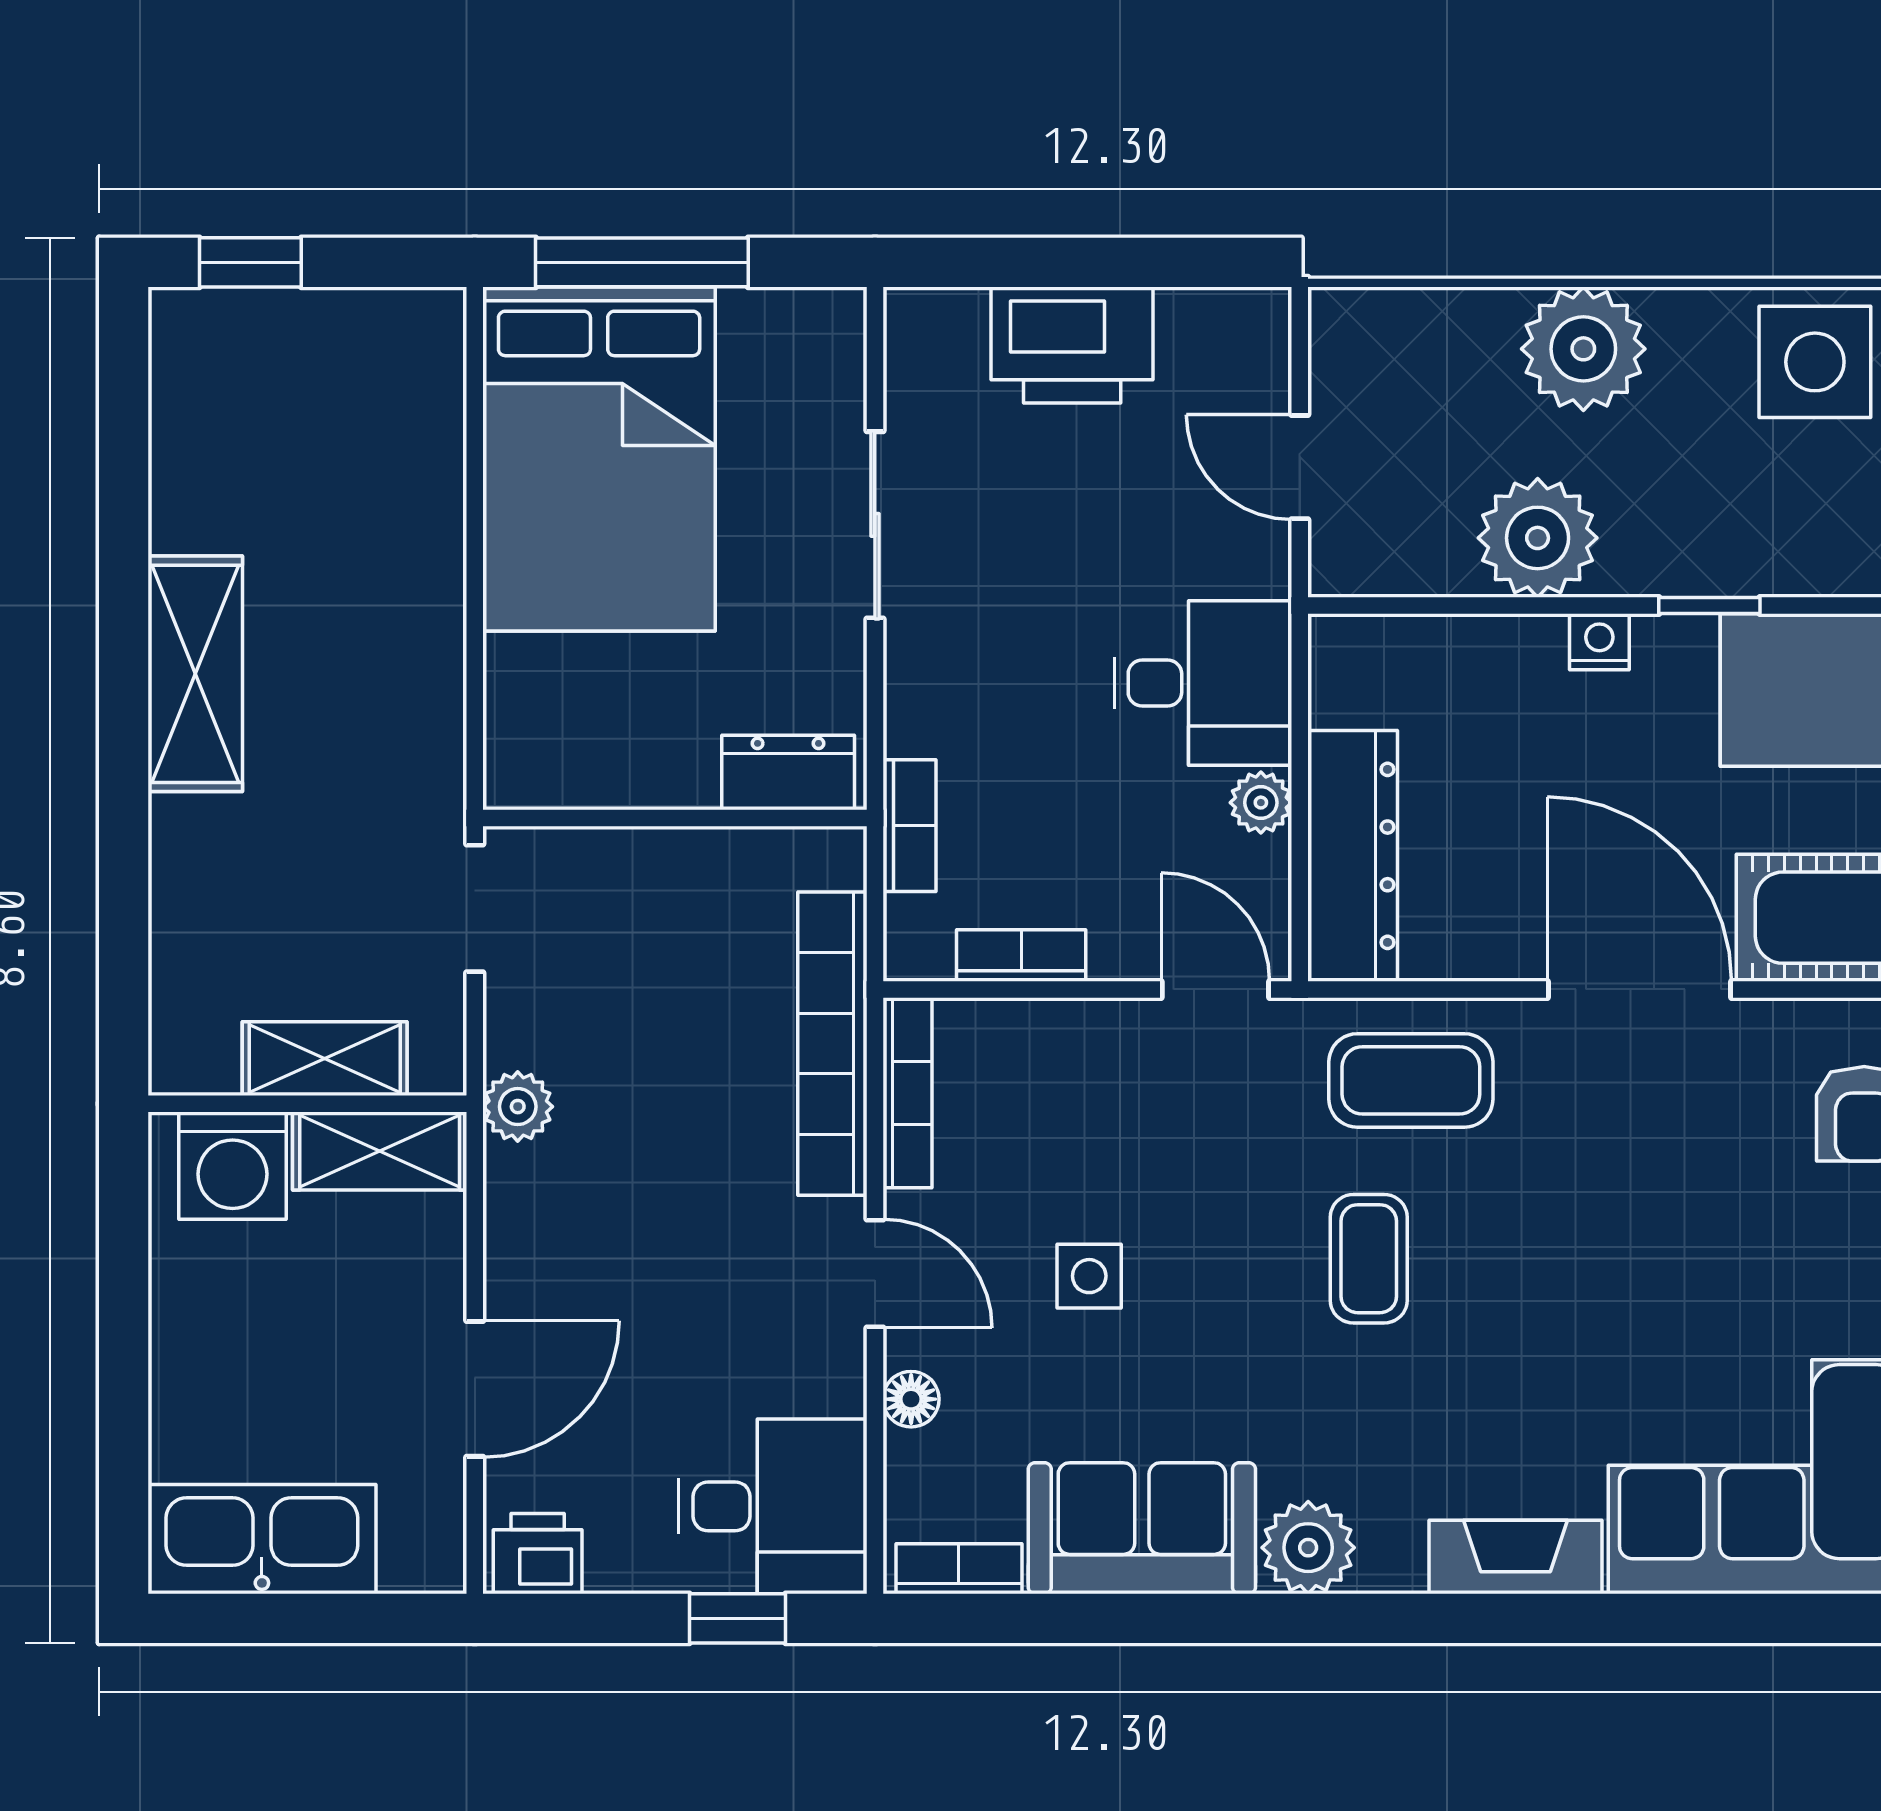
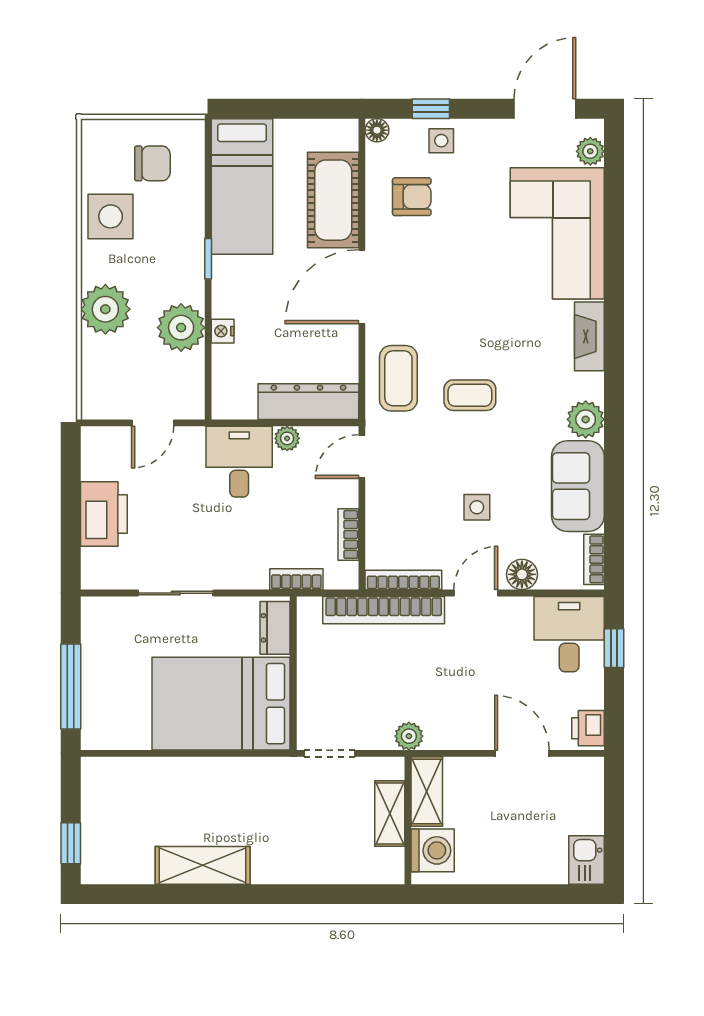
bed: (599, 459) -> (221, 704), moved, turned 180
nightstand: (1599, 642) -> (223, 331), moved
shelving: (195, 674) -> (203, 865), moved
floor lamp: (911, 1399) -> (522, 574), width x1.37, depth x1.37
kitchen sink: (262, 1539) -> (586, 860), width x0.53, depth x0.81

